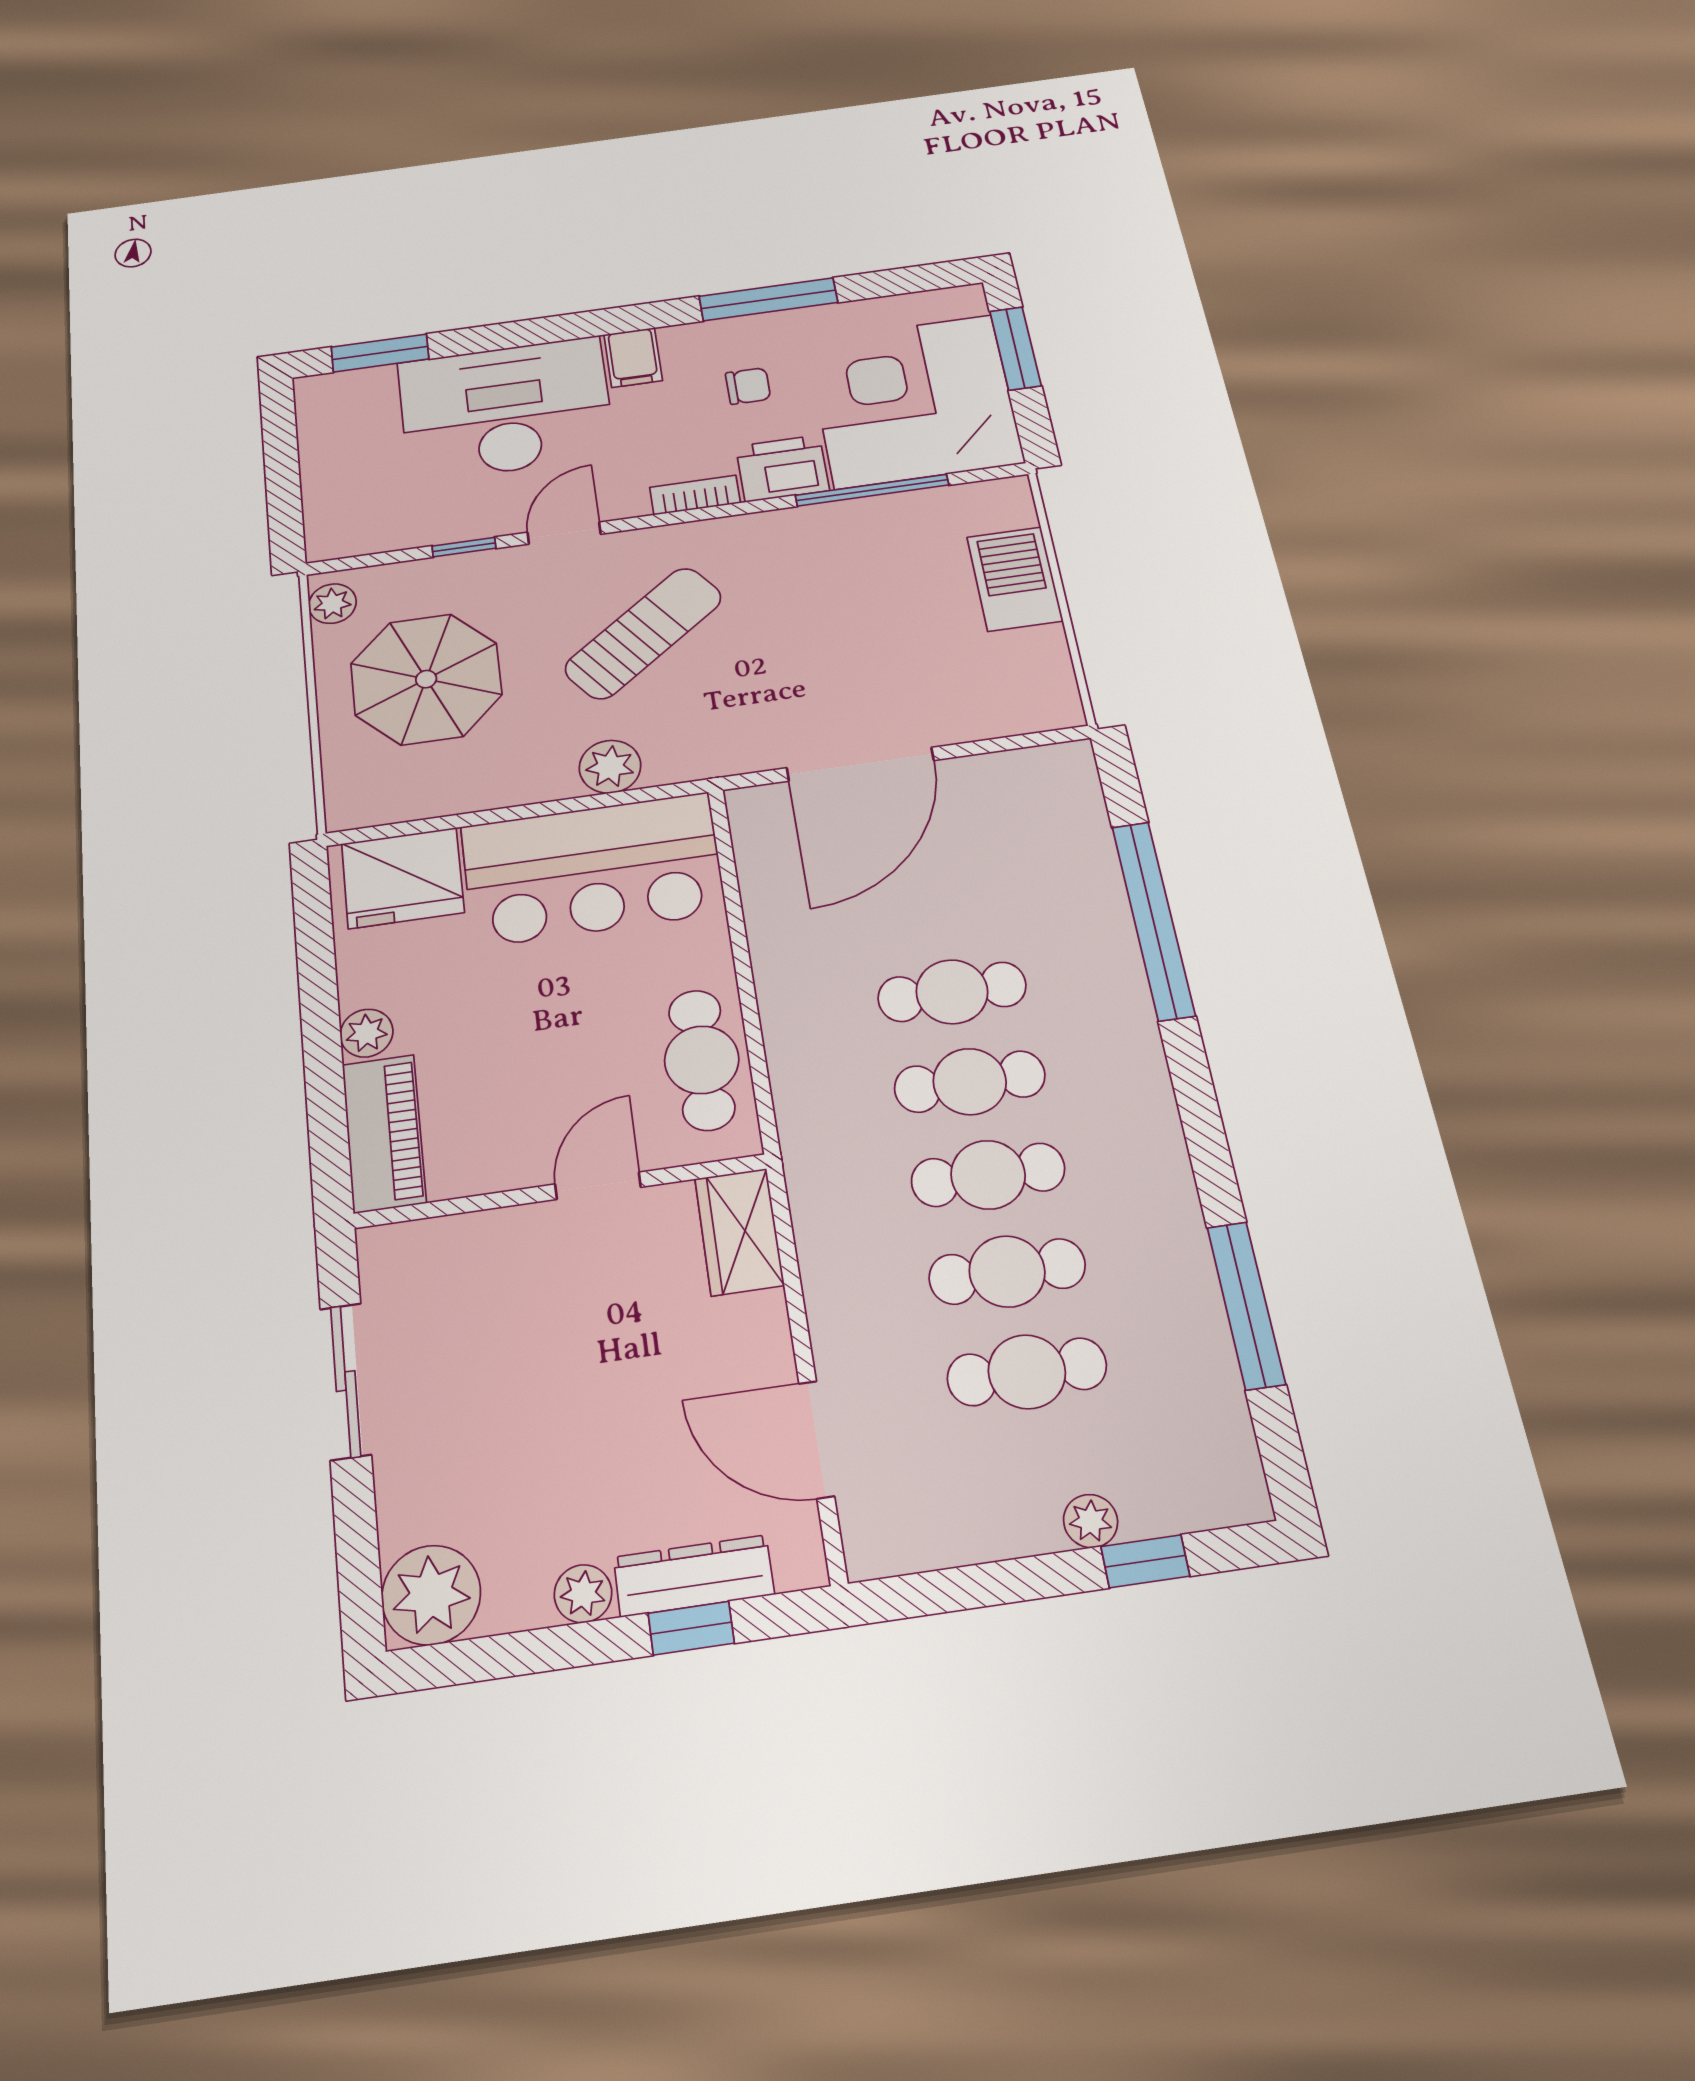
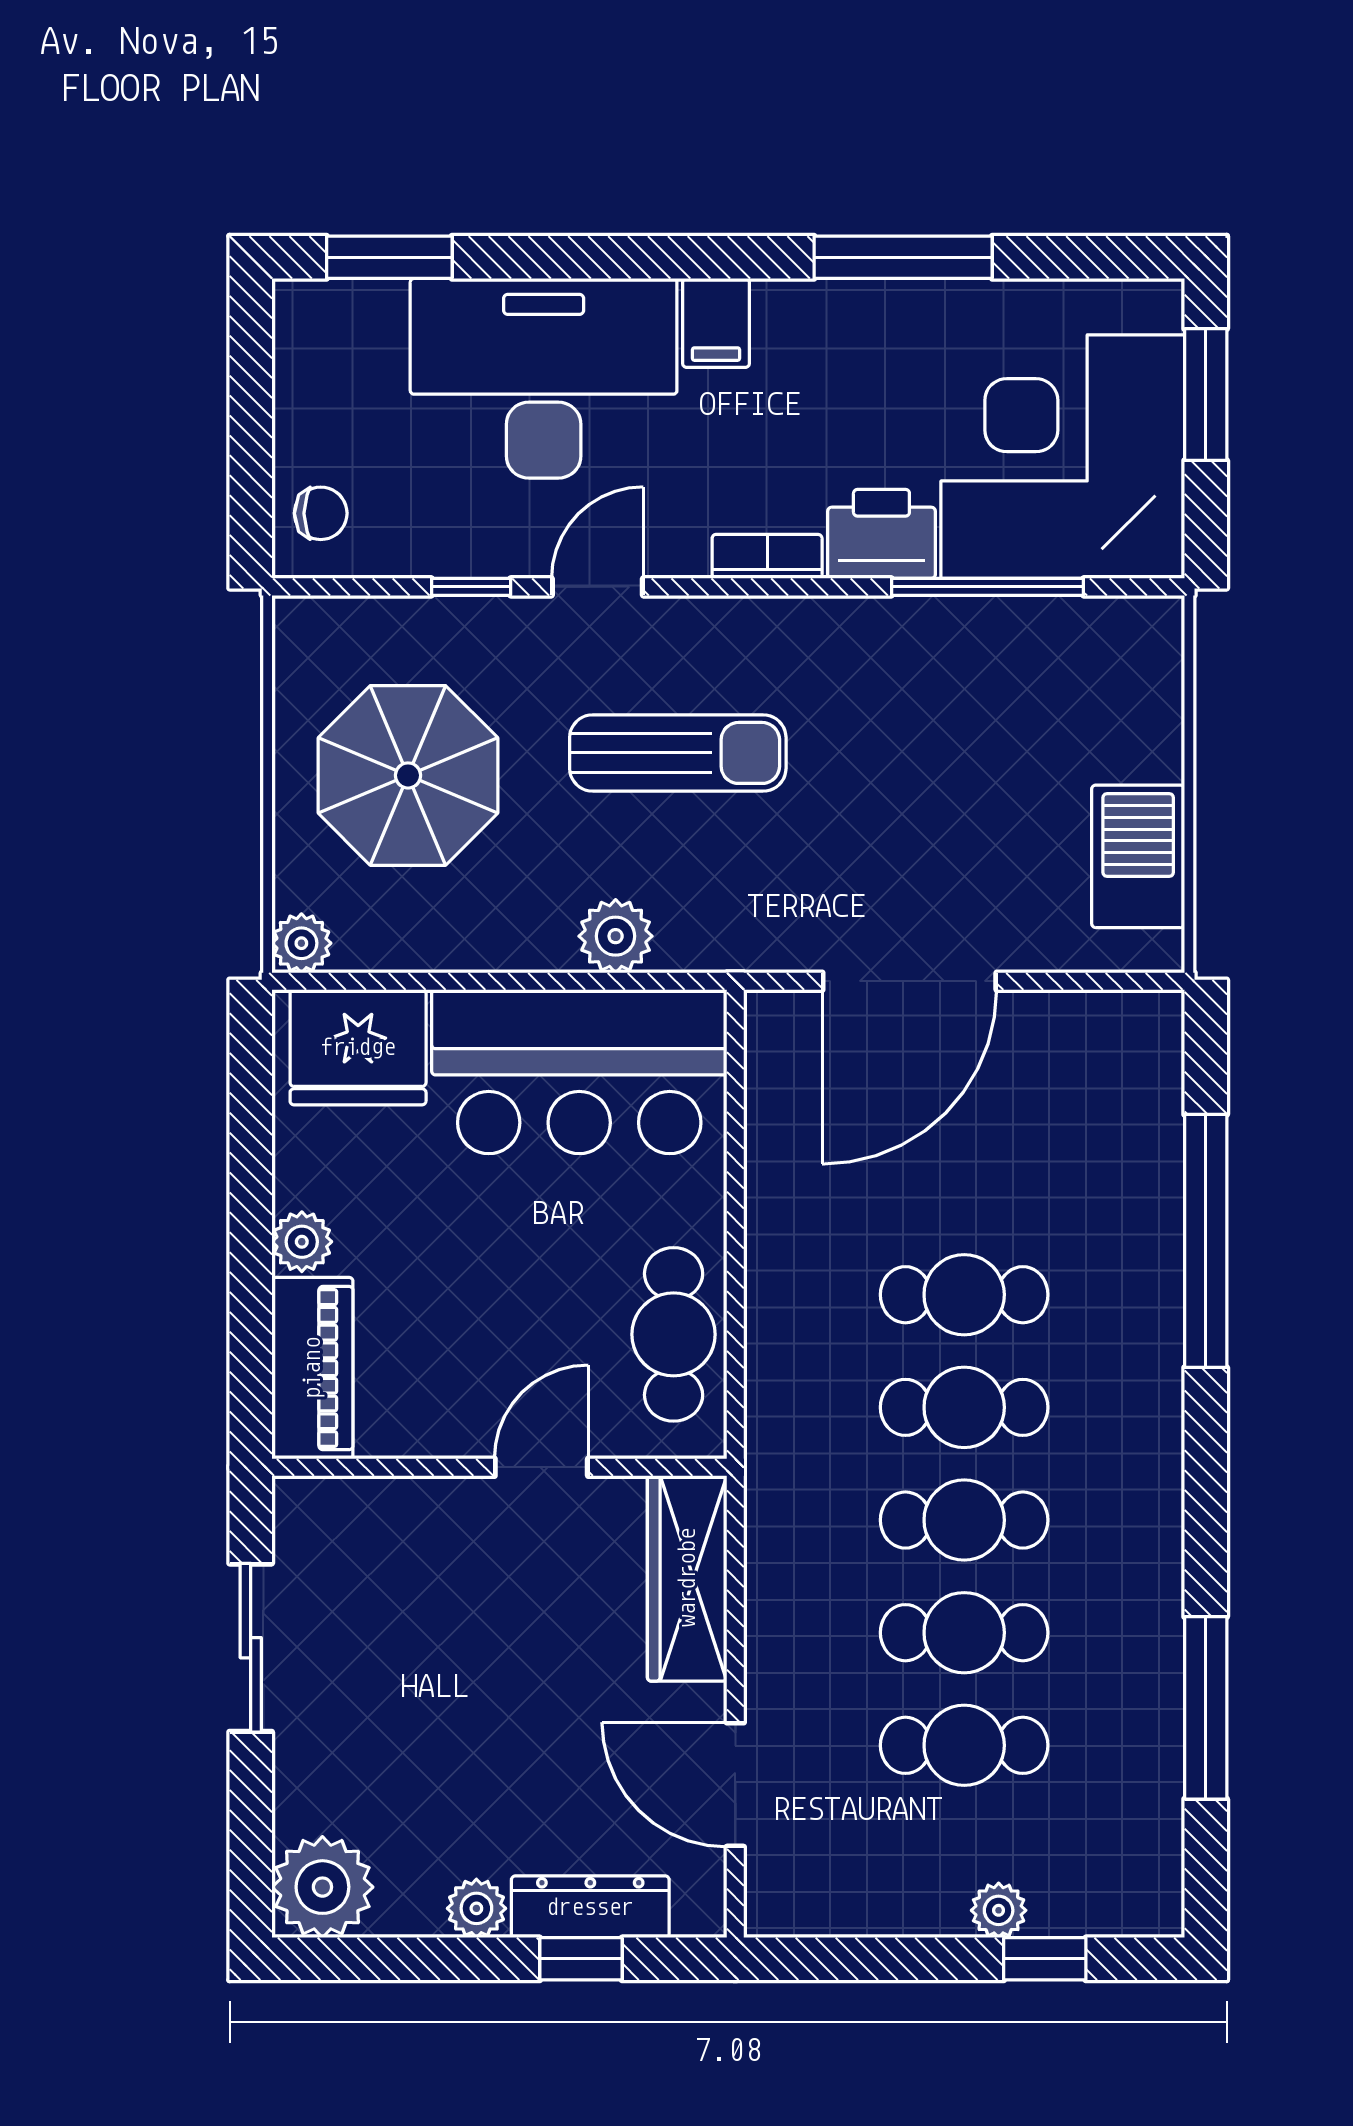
chair: (748, 386) -> (321, 513), moved
barbecue: (1015, 579) -> (1138, 856), moved
plant: (332, 604) -> (301, 943), moved
sun lounger: (643, 633) -> (678, 753), turned 37
wardrobe: (739, 1232) -> (687, 1578), width x1.50

